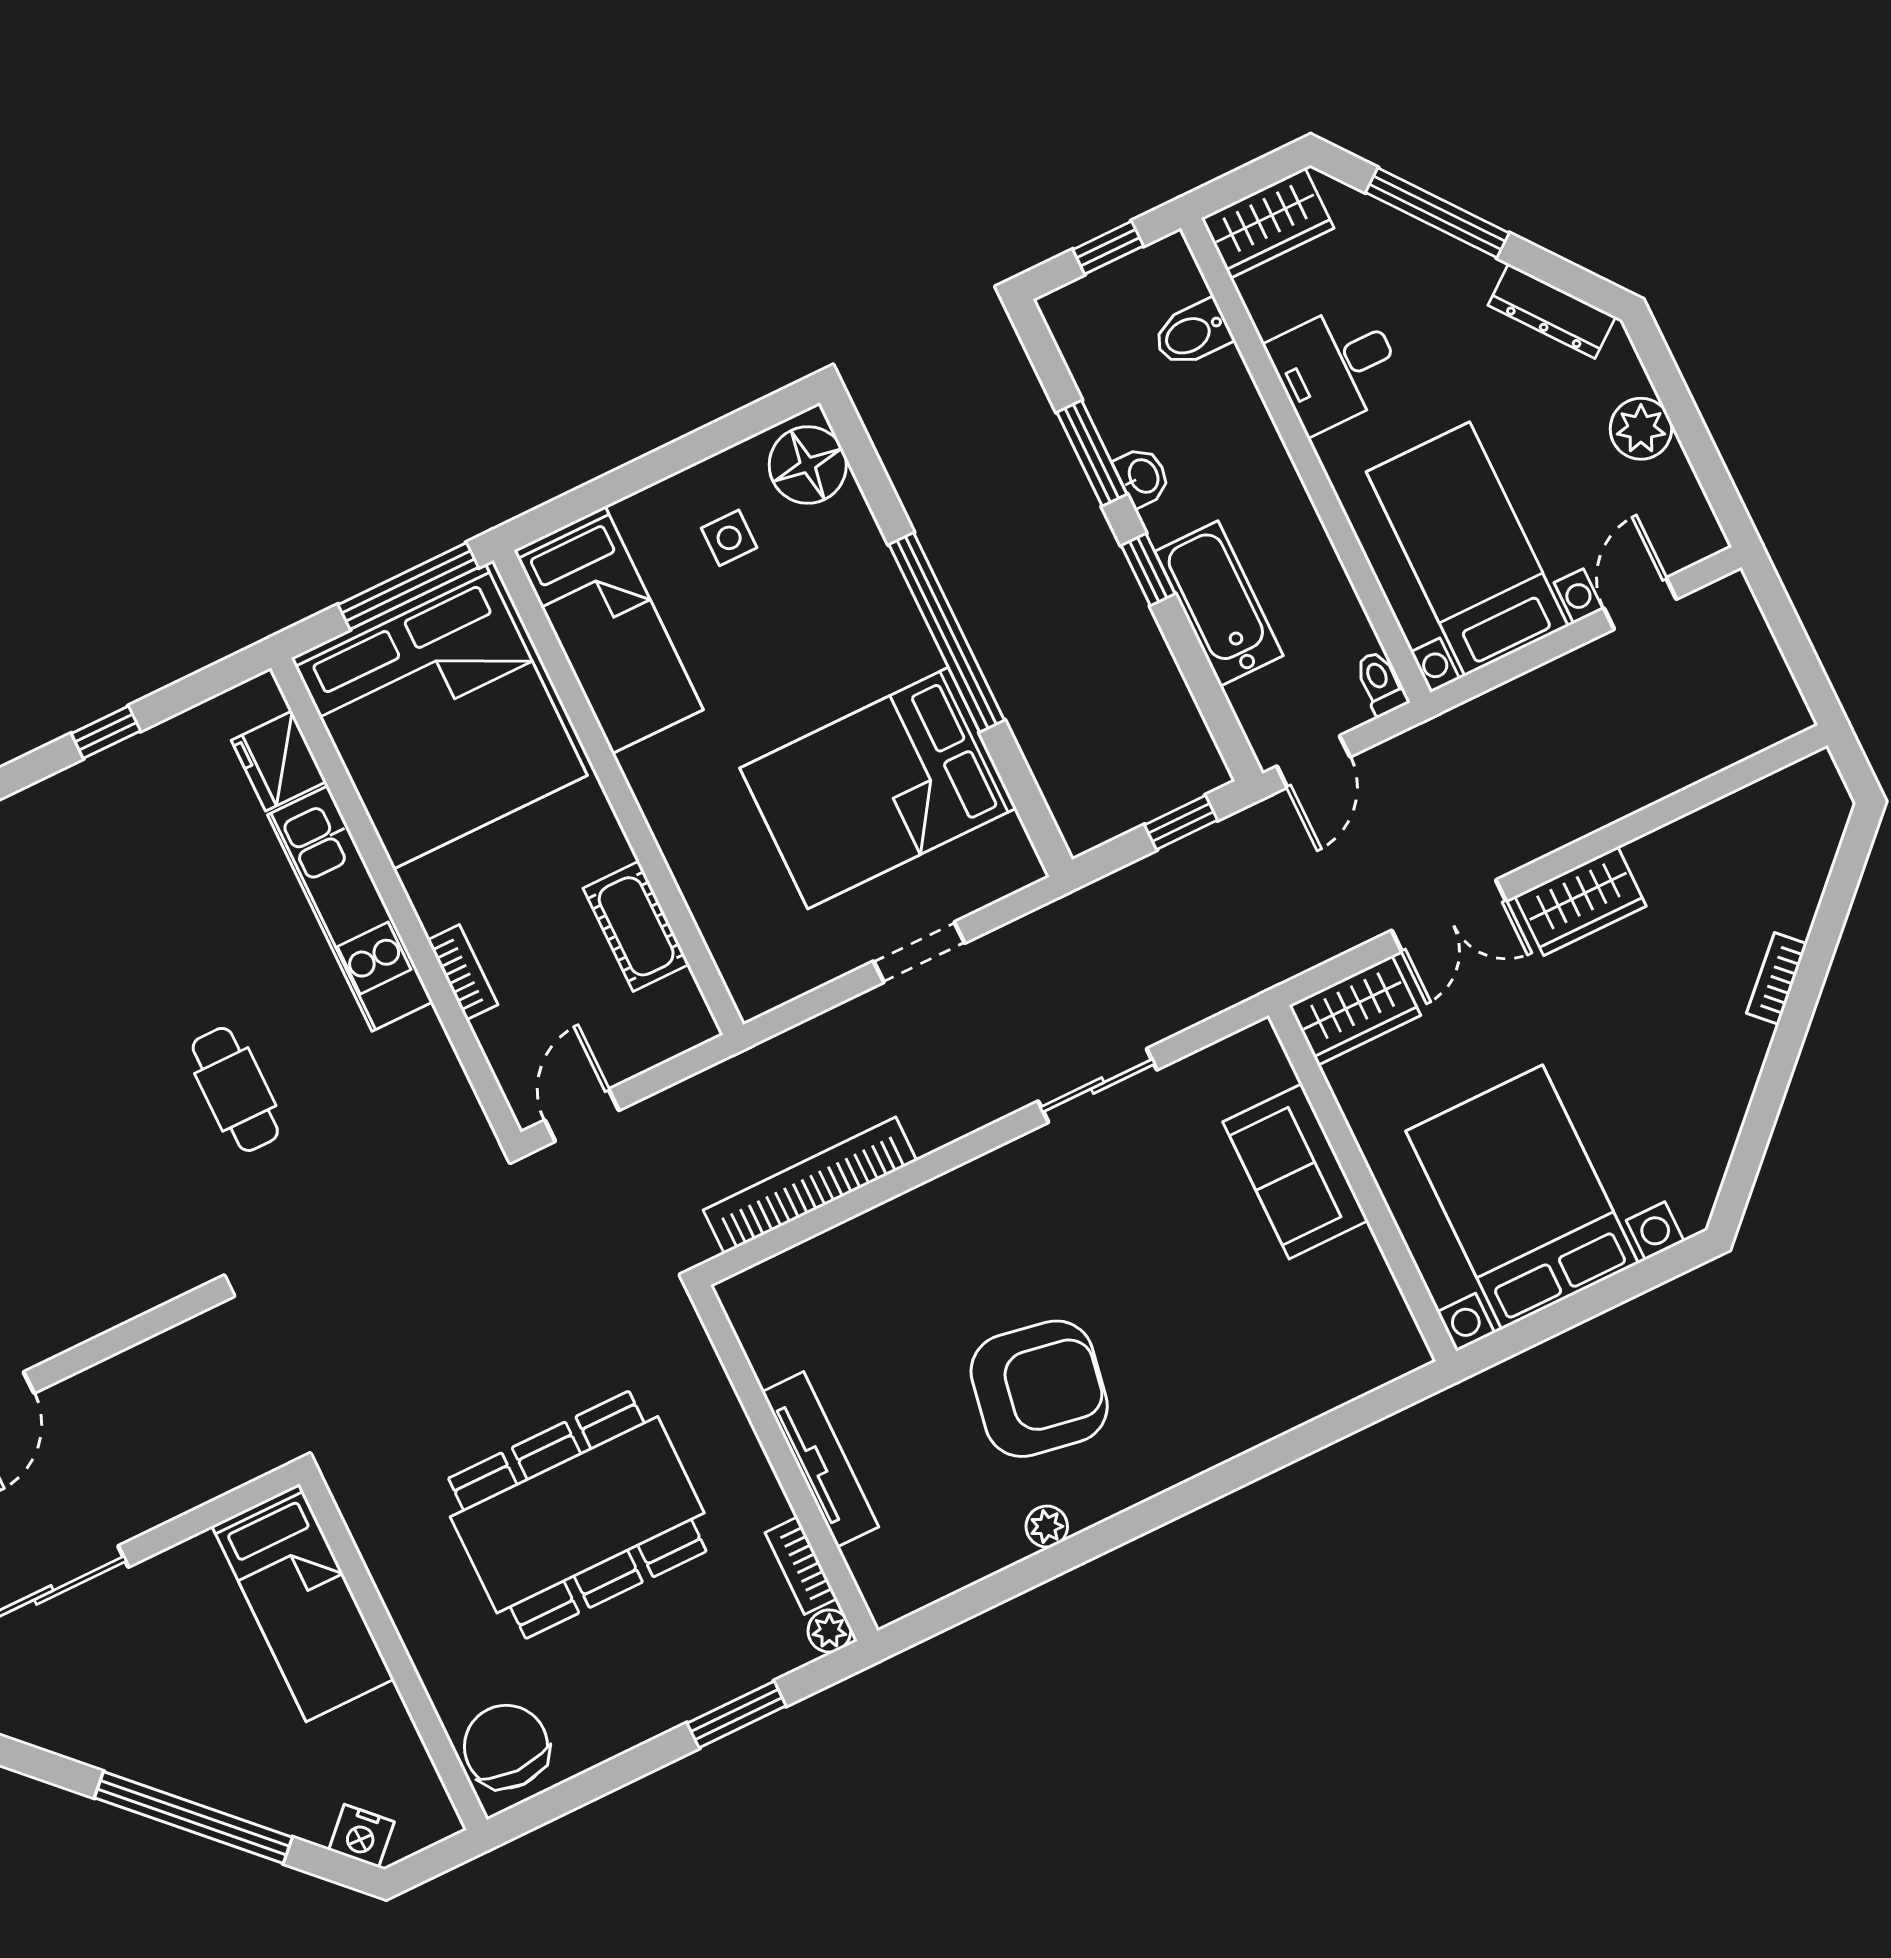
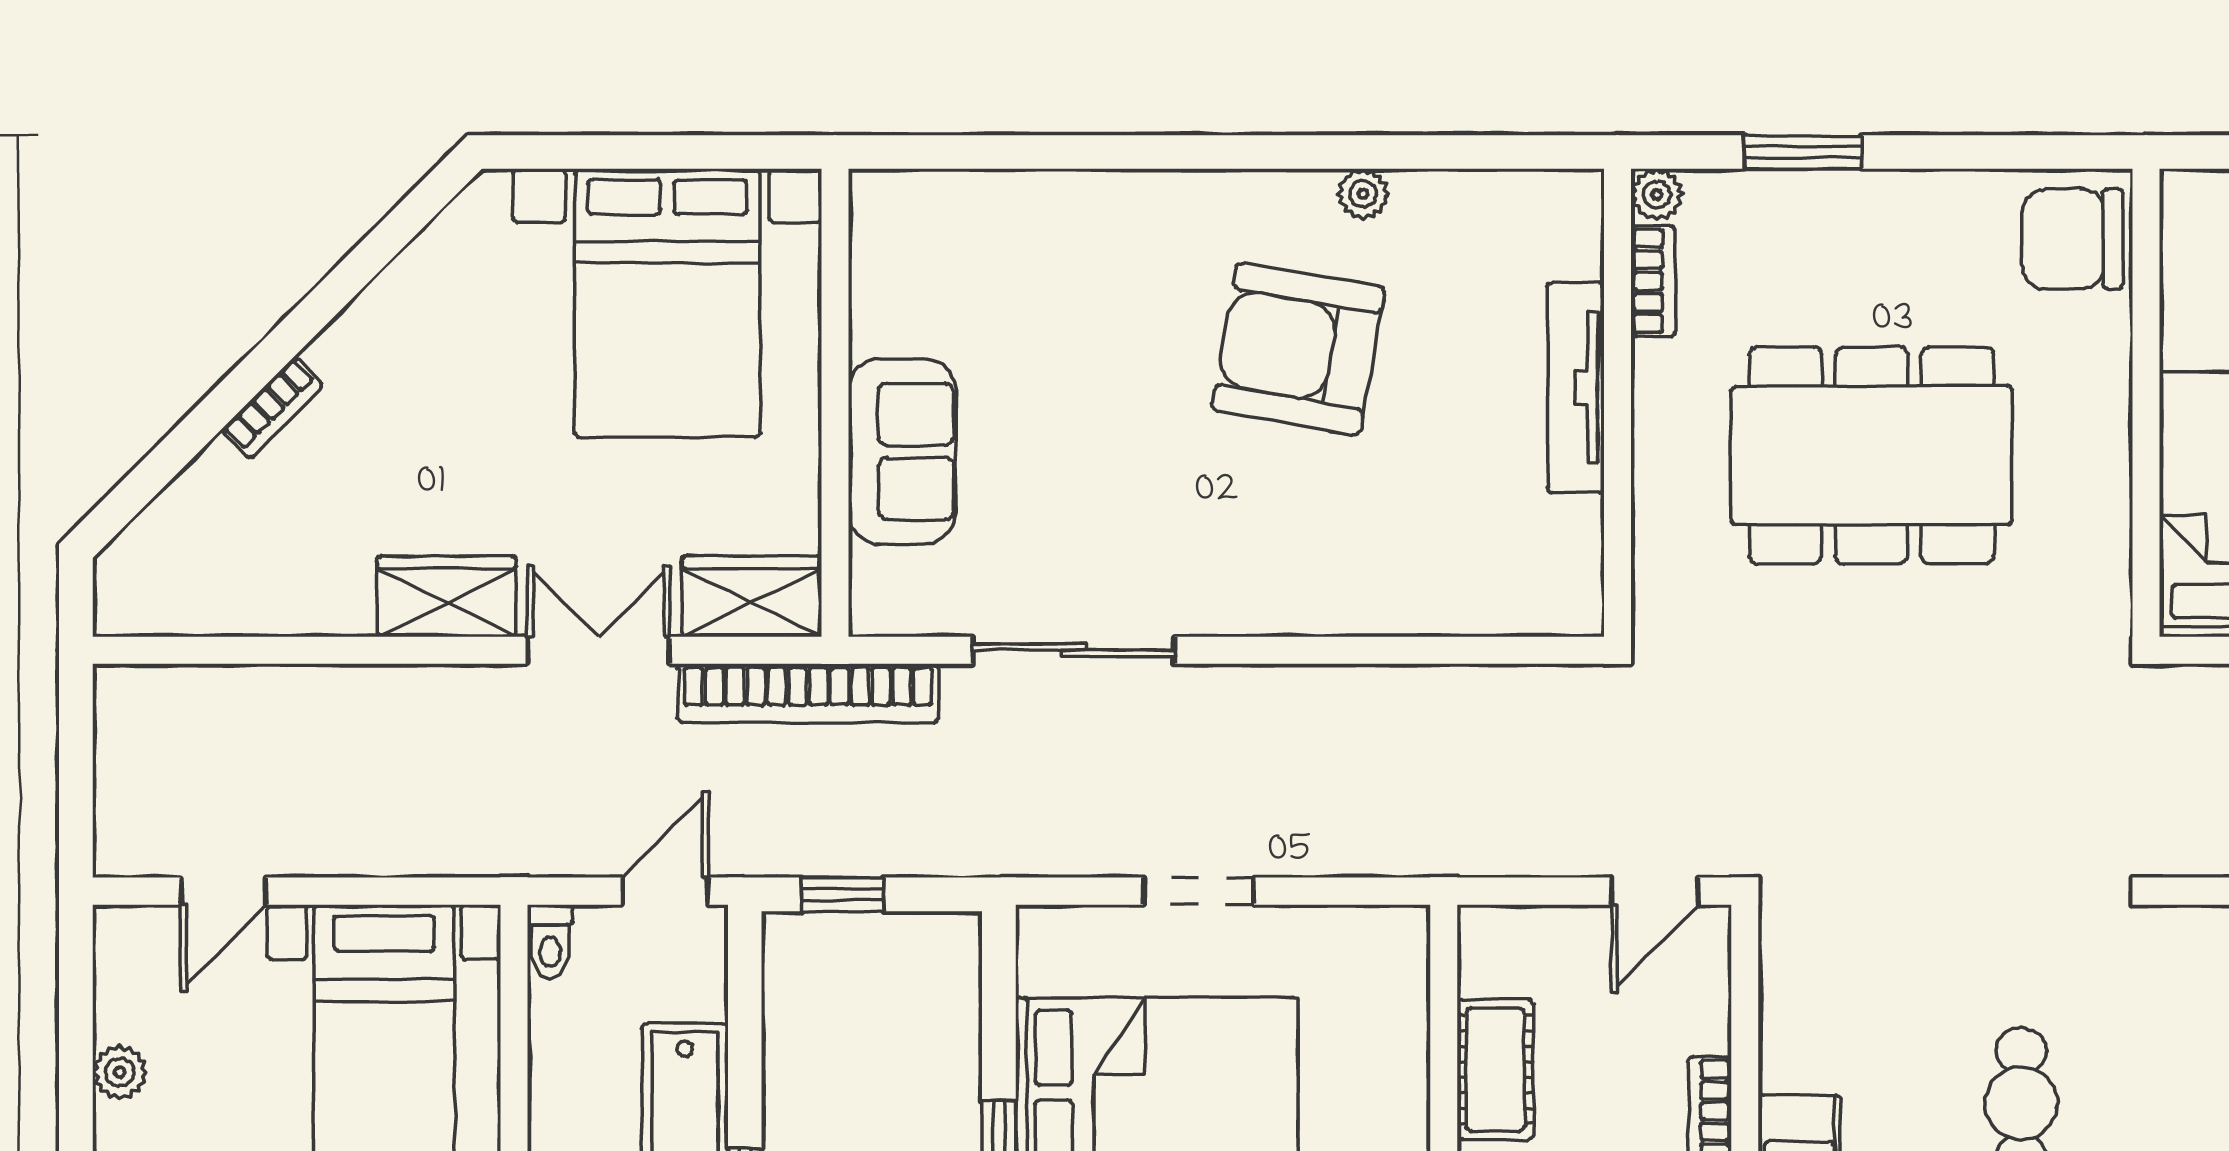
plant: (1641, 429) -> (120, 1072), width x0.73, depth x0.73
sliding door: (1098, 1086) -> (1074, 650), width x1.37
bookcase: (810, 1185) -> (808, 693), moved
chair: (506, 1747) -> (2073, 239), turned 90

